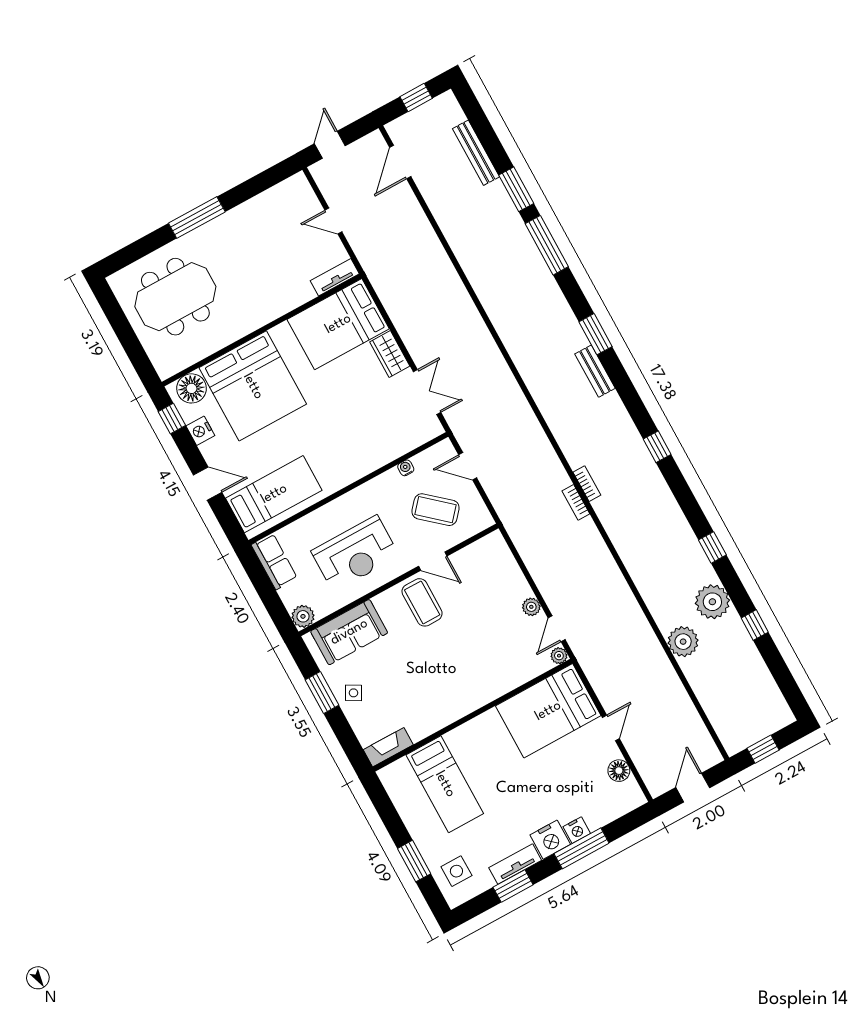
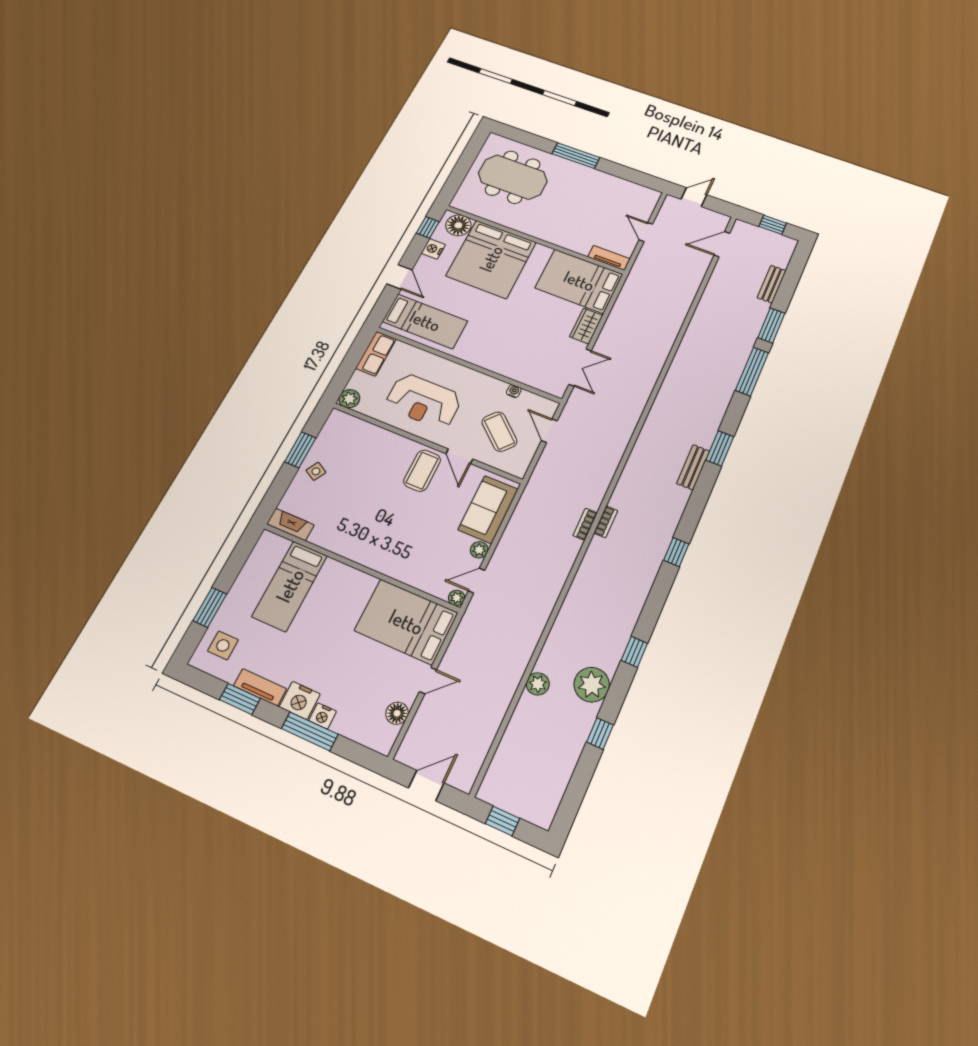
bench: (476, 153) -> (772, 284), width x0.73
sofa: (349, 632) -> (488, 509), moved, turned 90
plant: (683, 642) -> (538, 684), width x0.73, depth x0.73

